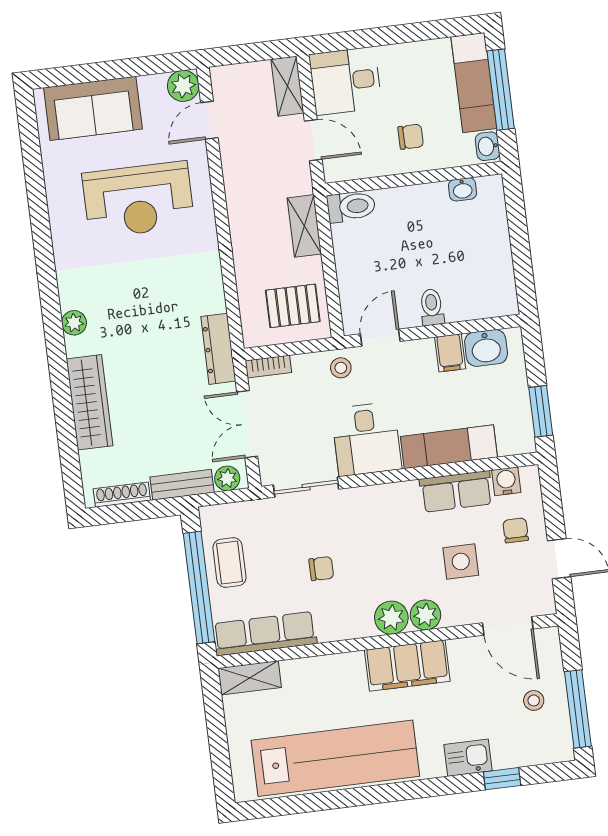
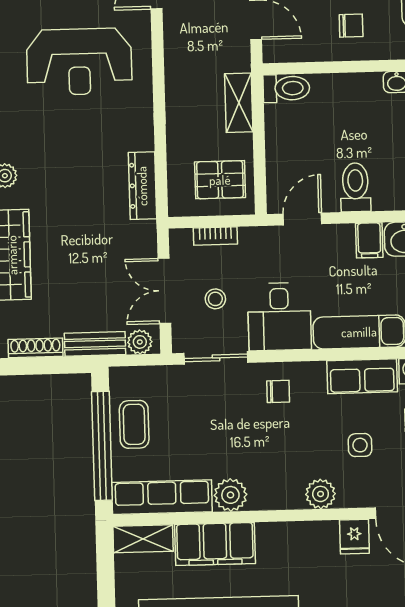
toilet: (432, 307) -> (355, 187), width x1.37, depth x1.39
dresser: (218, 349) -> (142, 186), moved
bookcase: (268, 367) -> (215, 236), moved
stool: (341, 368) -> (215, 299), moved
side table: (461, 561) -> (360, 445), width x0.73, depth x0.73
chair: (321, 569) -> (278, 391), moved
plant: (391, 618) -> (230, 495), moved
fridge: (464, 655) -> (354, 537), added
filing cabinet: (407, 666) -> (215, 544), moved

